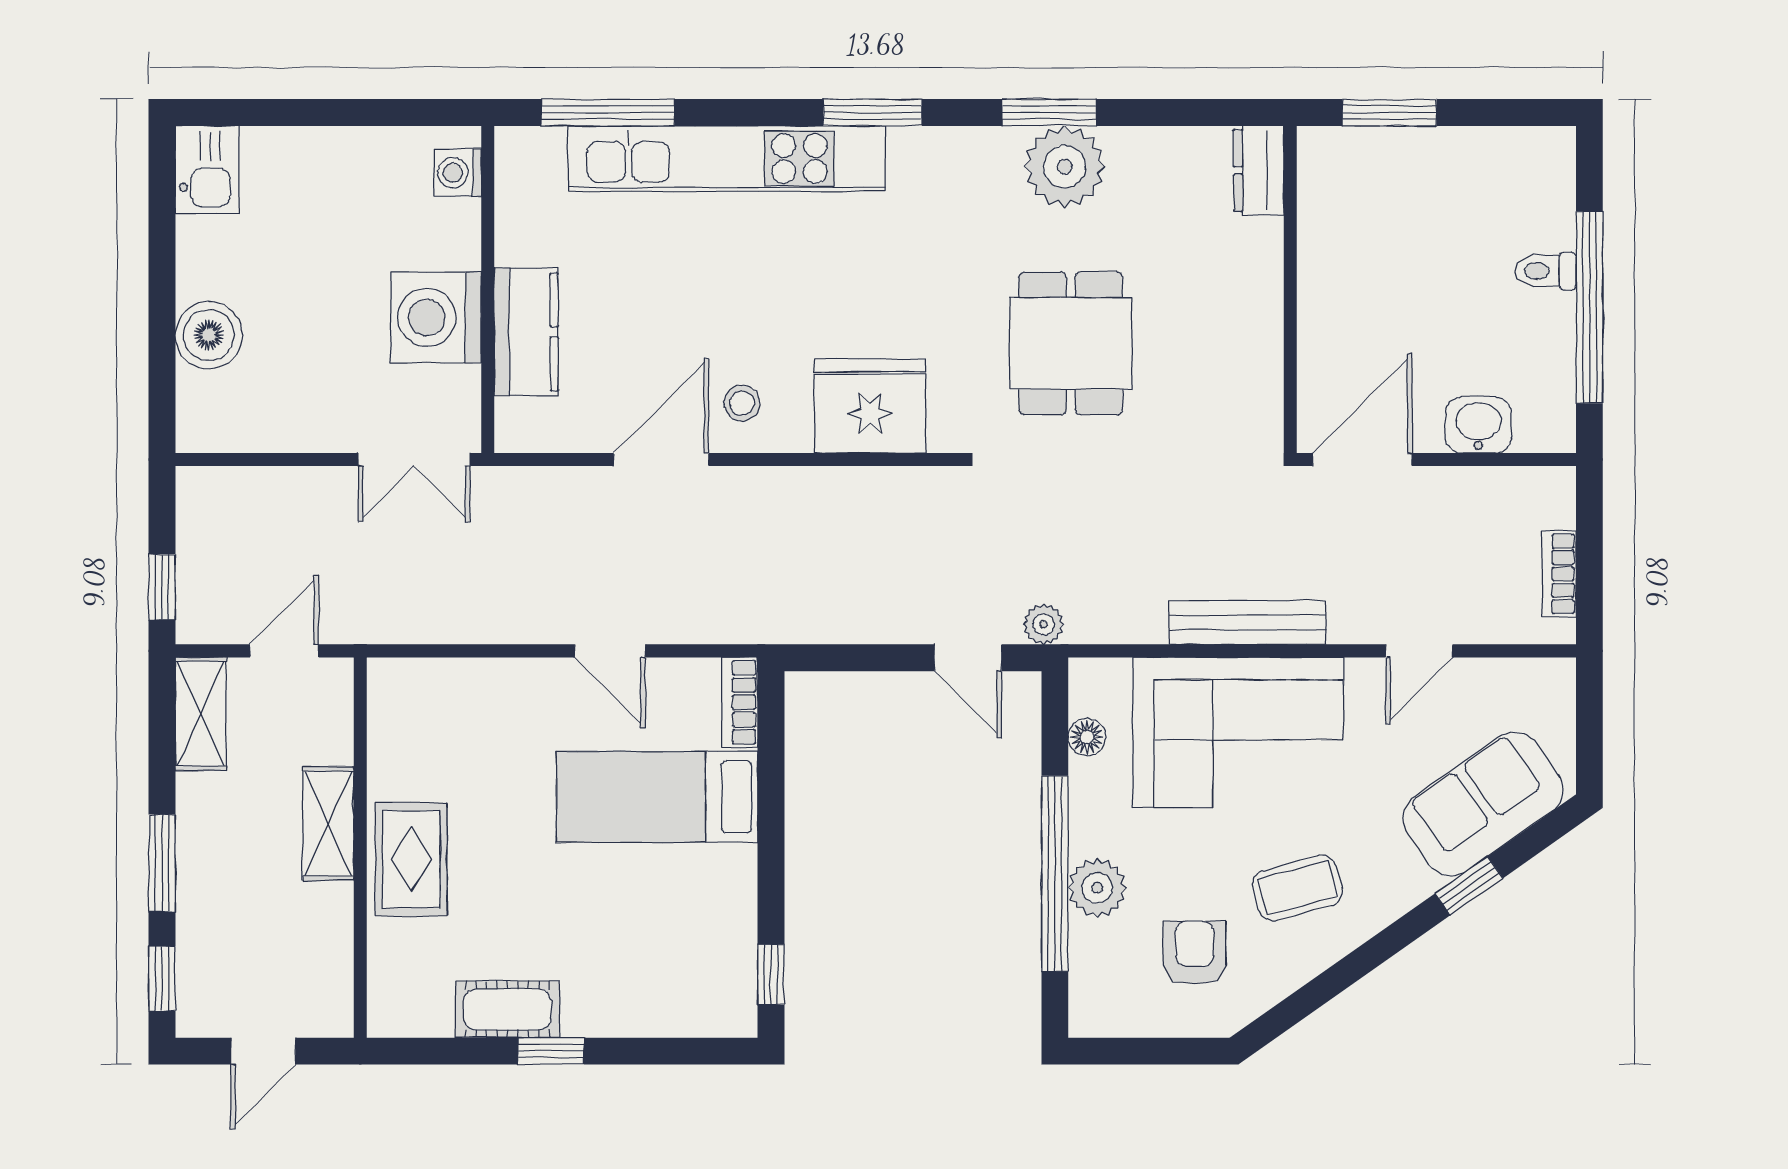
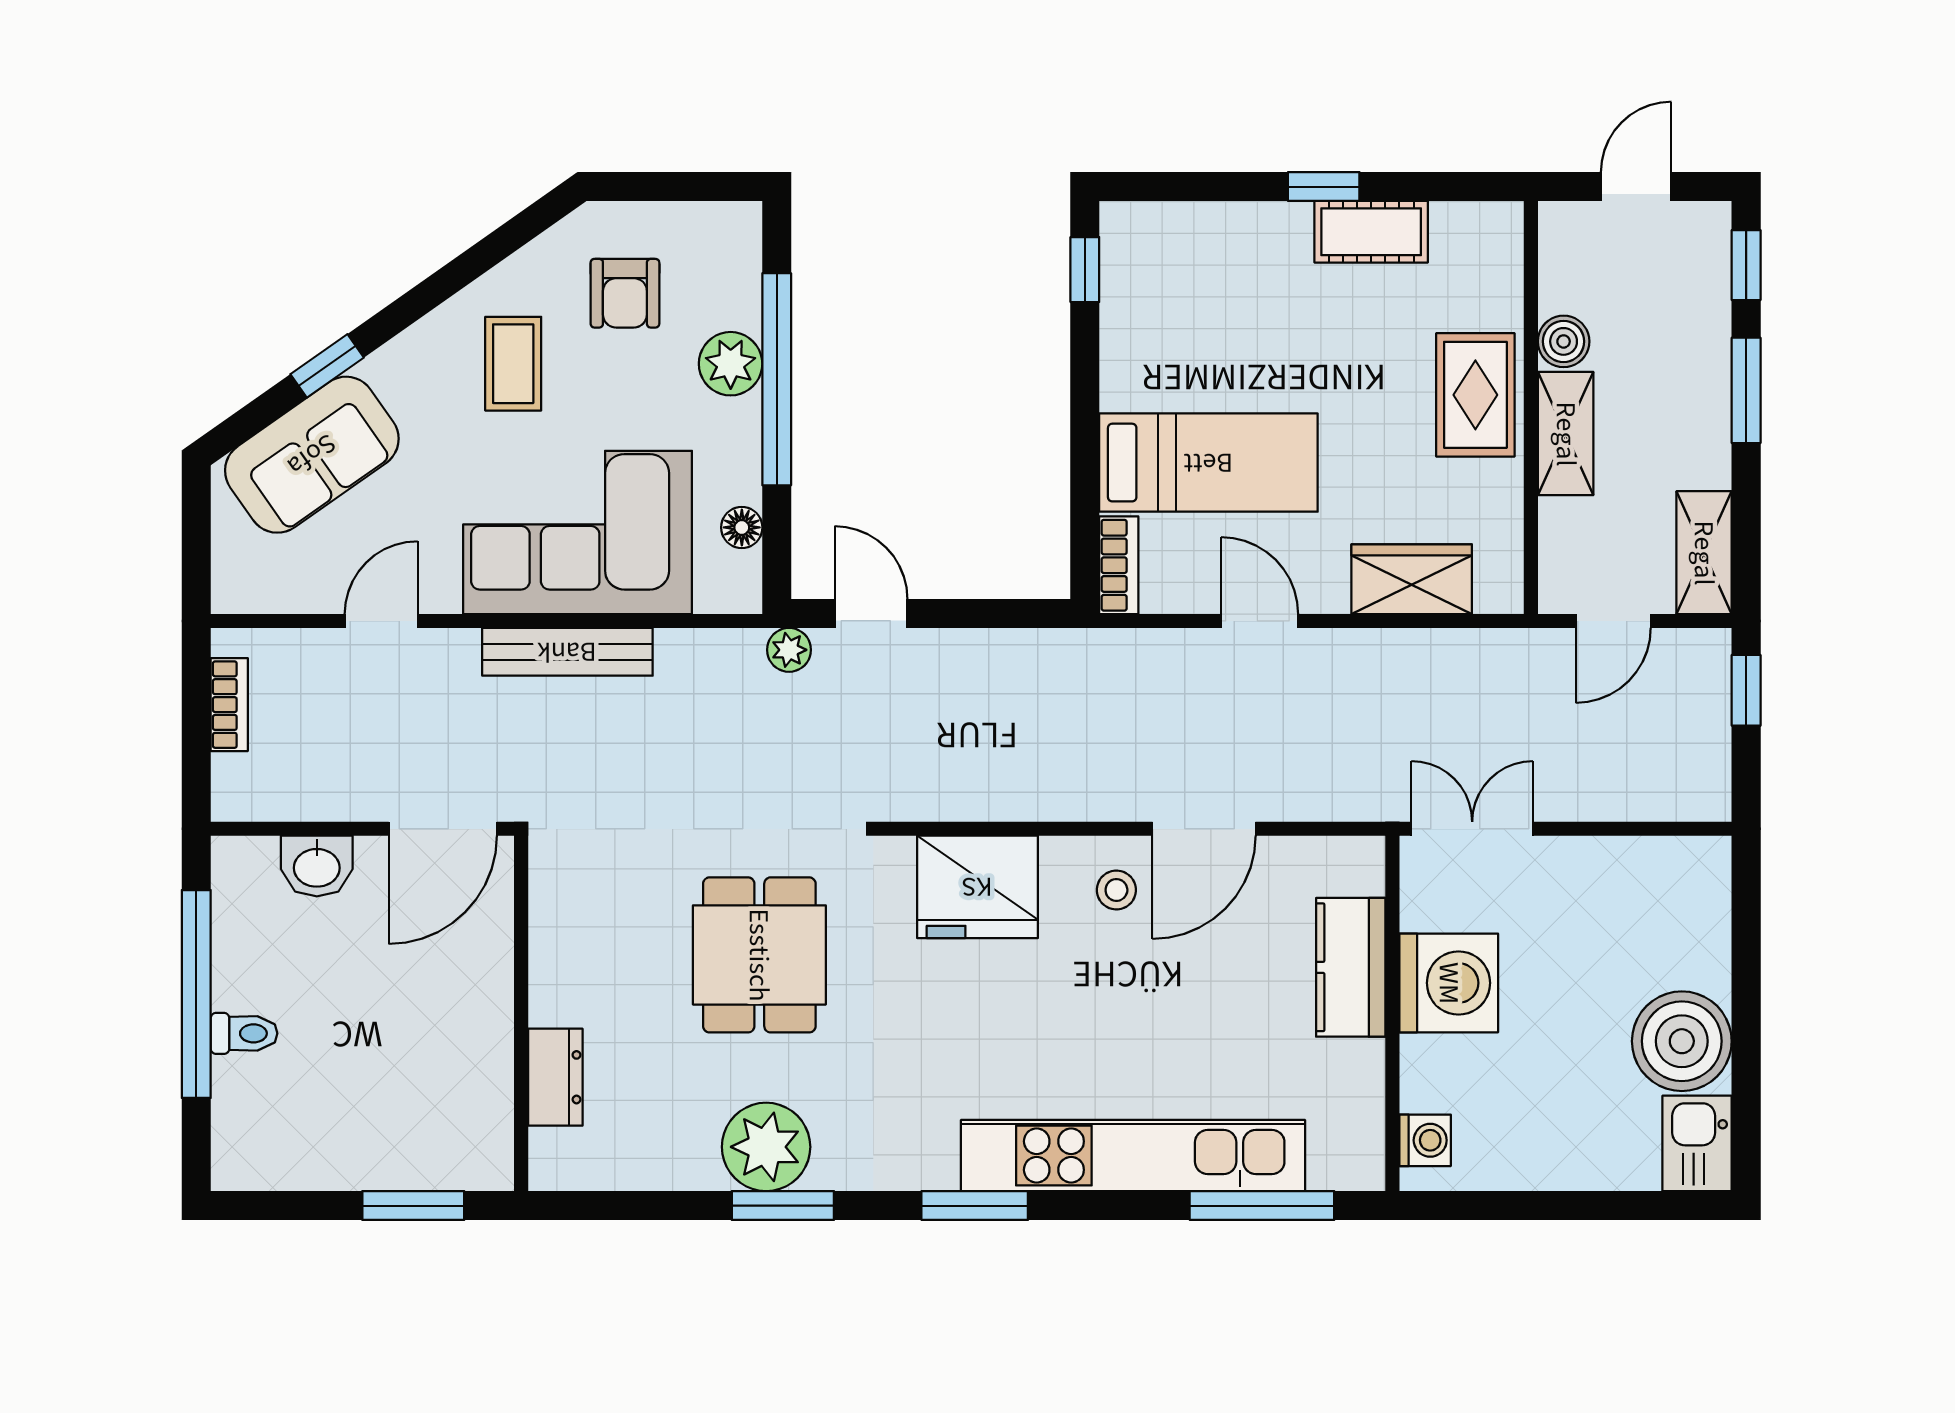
dresser: (1259, 170) -> (555, 1077), moved
boiler: (209, 335) -> (1682, 1041), moved, width x1.37, depth x1.37
wardrobe: (470, 689) -> (1412, 579), added
coffee table: (1298, 888) -> (513, 364), turned -75
boiler: (330, 908) -> (1564, 341), added

